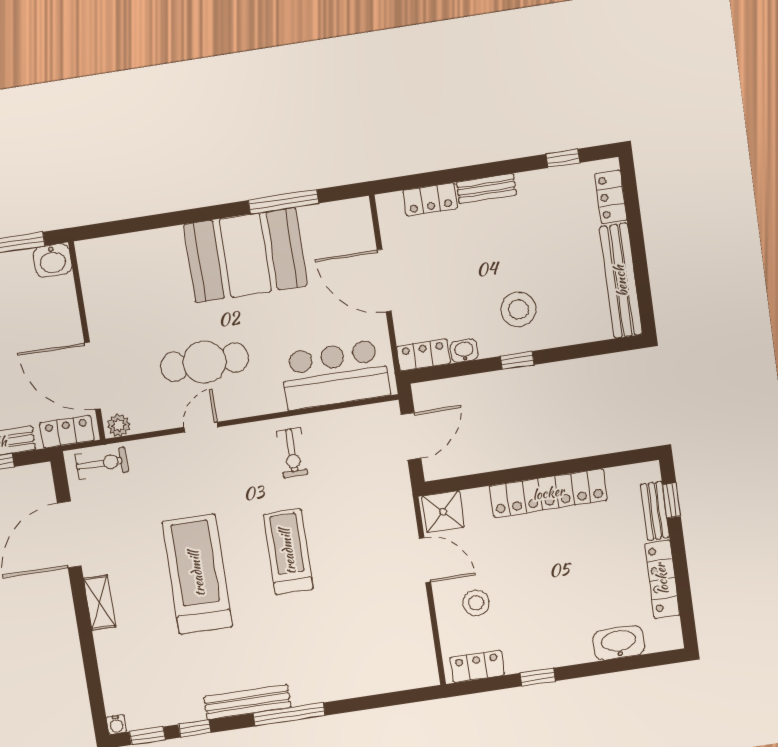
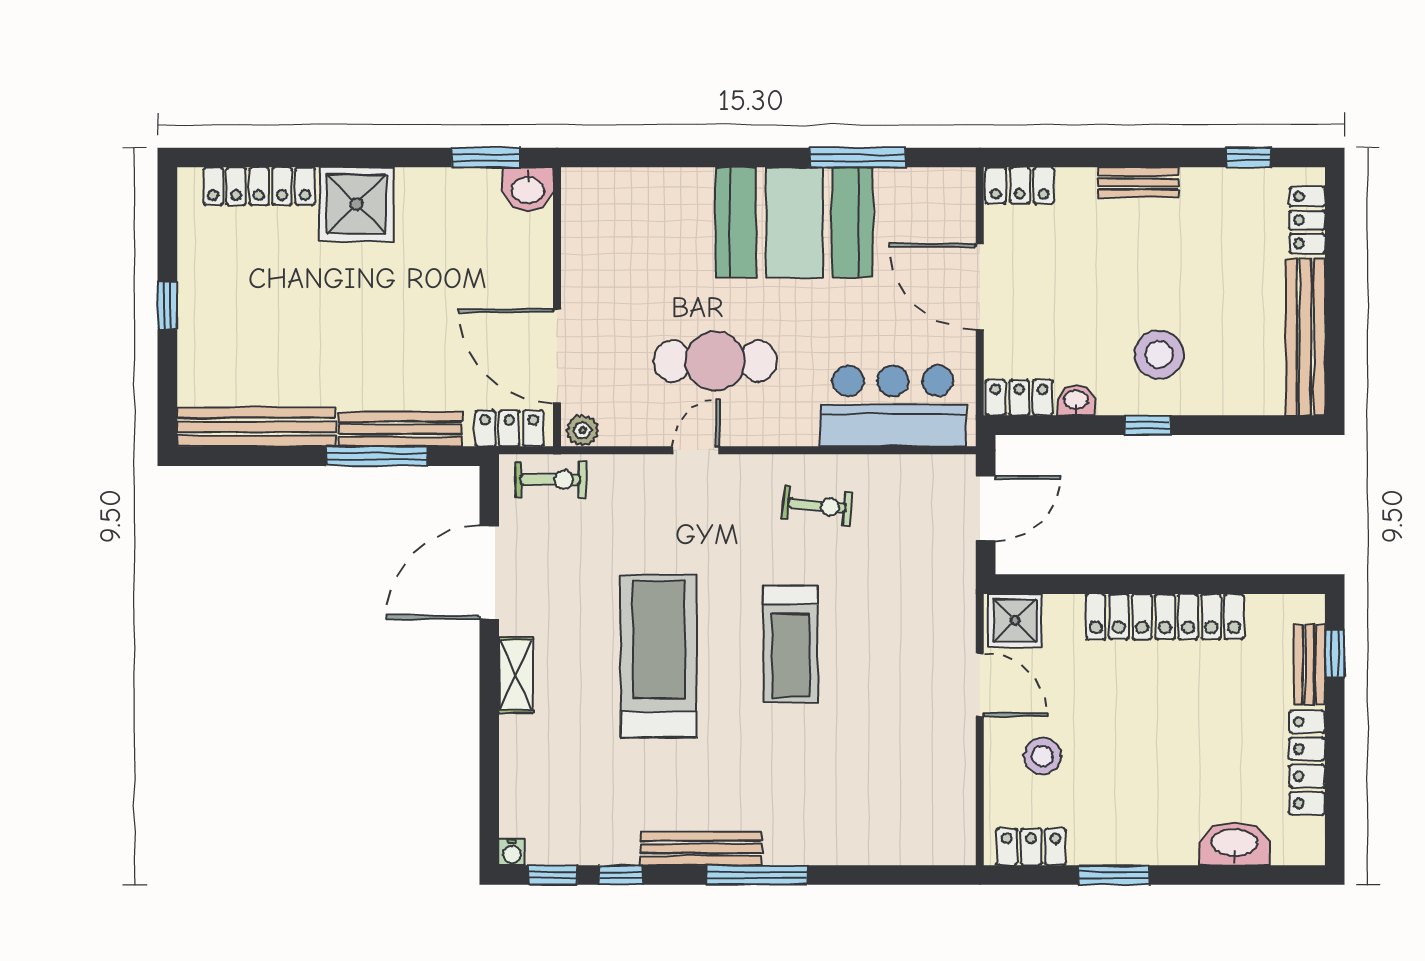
locker: (430, 199) -> (1020, 185), moved
exercise bike: (292, 453) -> (817, 506), turned -84
treadmill: (288, 552) -> (791, 644), turned 180
window: (538, 677) -> (1114, 875), width x1.50

